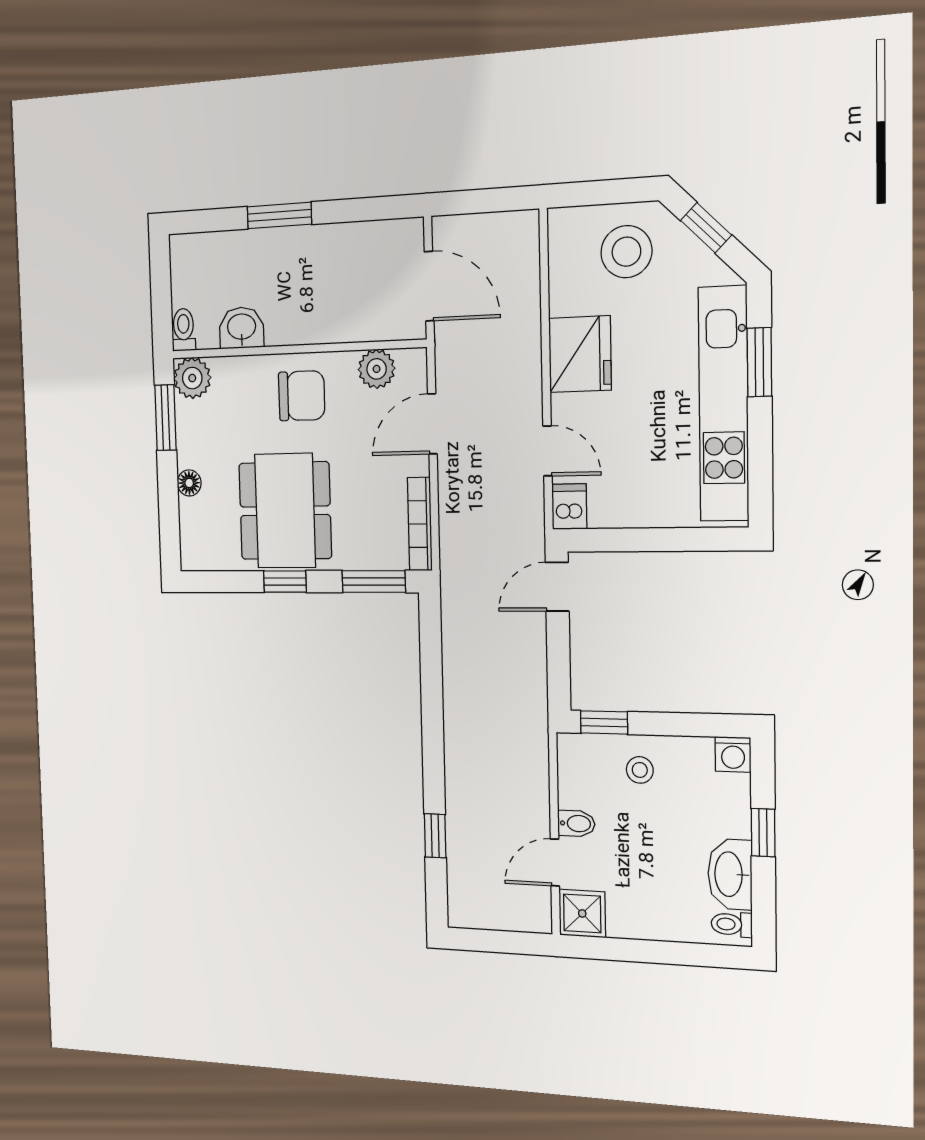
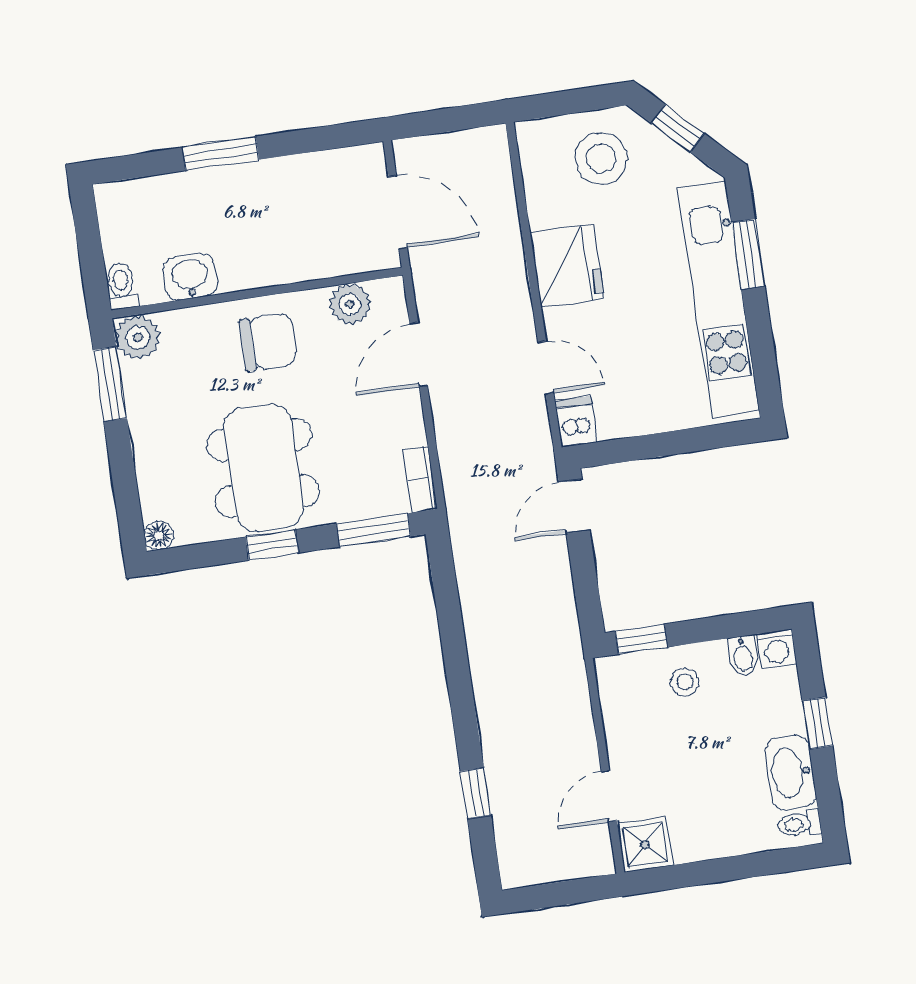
floor lamp: (189, 483) -> (159, 535), moved
bookcase: (420, 524) -> (420, 479), width x0.64
bidet: (576, 823) -> (743, 656), moved, turned 90

